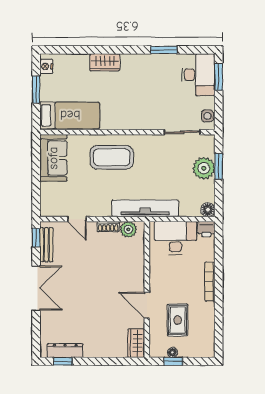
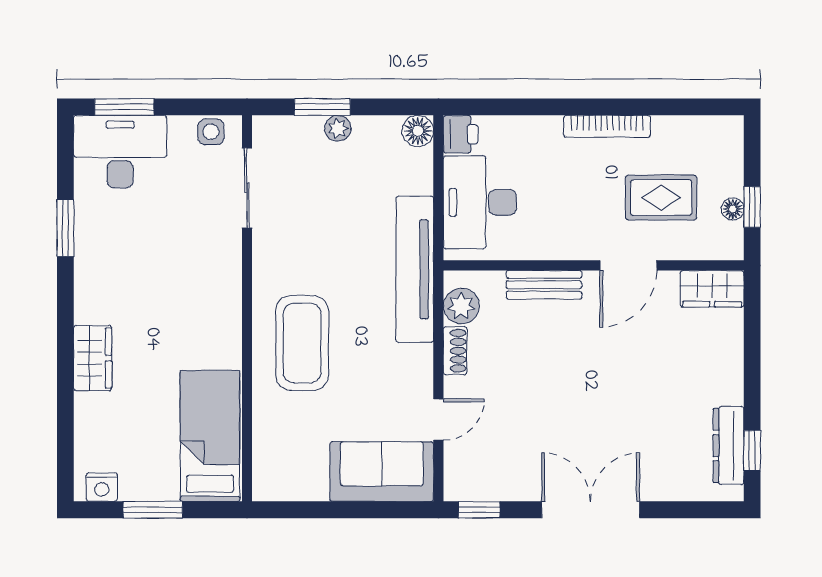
sofa: (53, 158) -> (382, 472), moved
plant: (204, 168) -> (338, 128), width x0.53, depth x0.53
bench: (46, 245) -> (544, 285), moved
bookcase: (210, 282) -> (607, 126), moved

